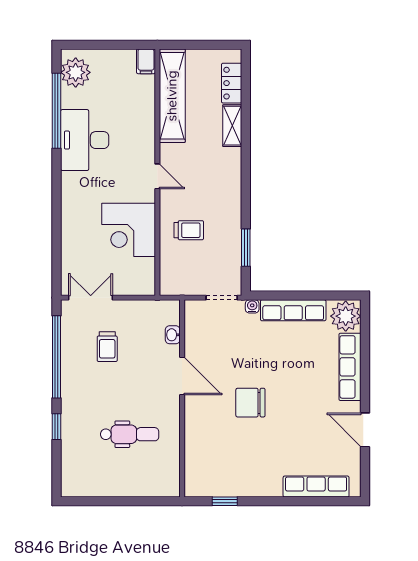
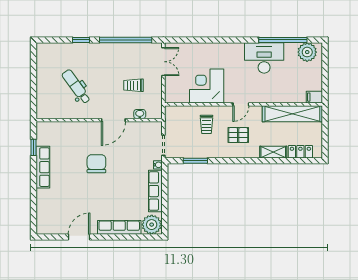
pallet: (206, 181) -> (238, 135), added
trolley: (107, 347) -> (133, 85), moved
dental chair: (130, 434) -> (76, 87), turned 144
row of seats: (316, 487) -> (43, 167), moved

